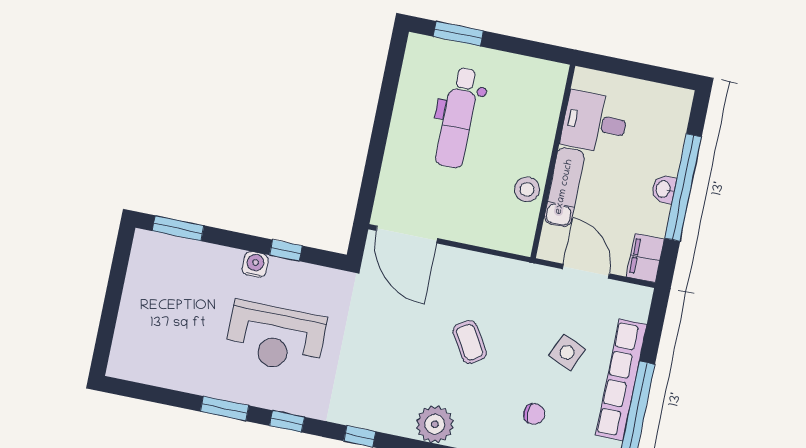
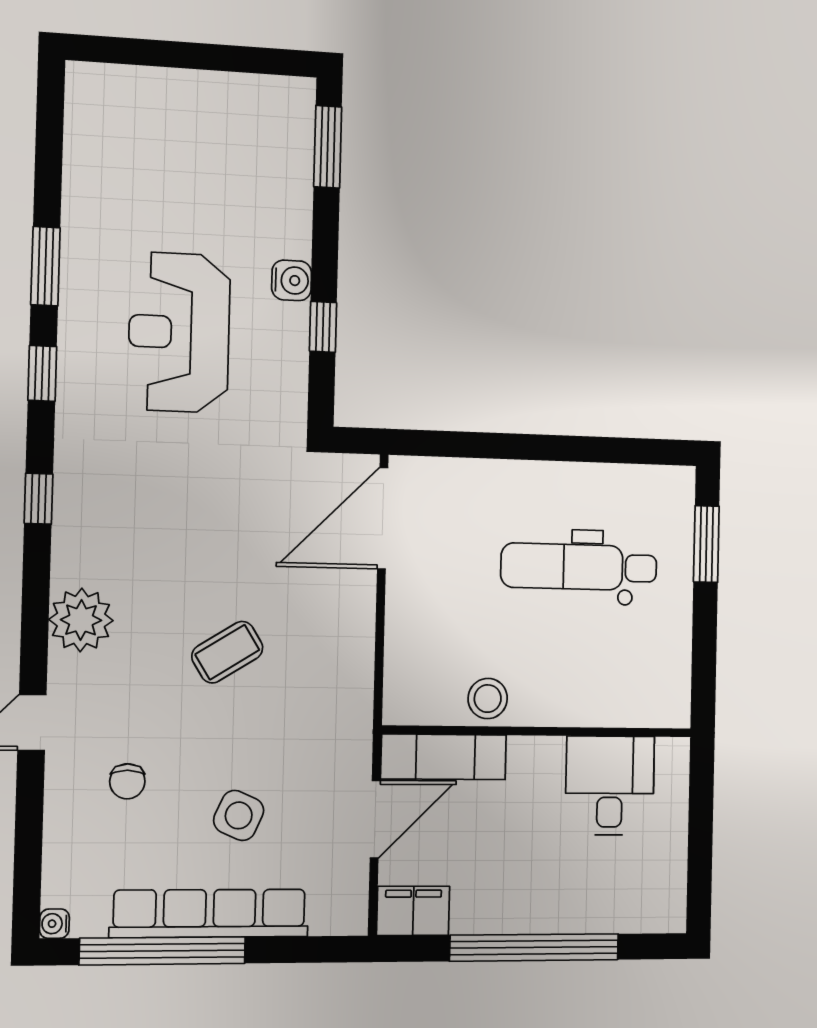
exam couch: (564, 187) -> (444, 757), moved
washbasin: (664, 189) -> (526, 917), removed

